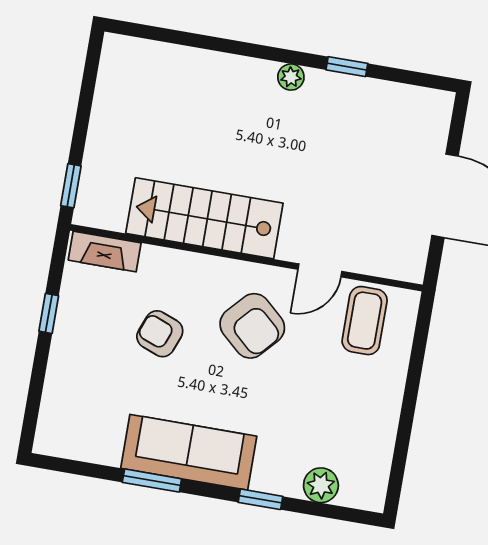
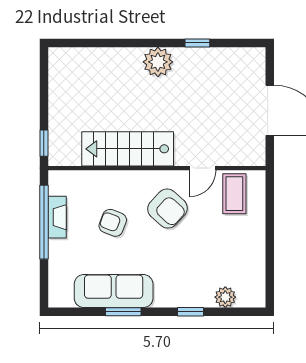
plant: (291, 77) -> (158, 62), width x1.87, depth x1.87
fireplace: (105, 252) -> (57, 217), moved, turned -90
window: (49, 313) -> (44, 222), width x3.17
sofa: (189, 452) -> (114, 291), moved

